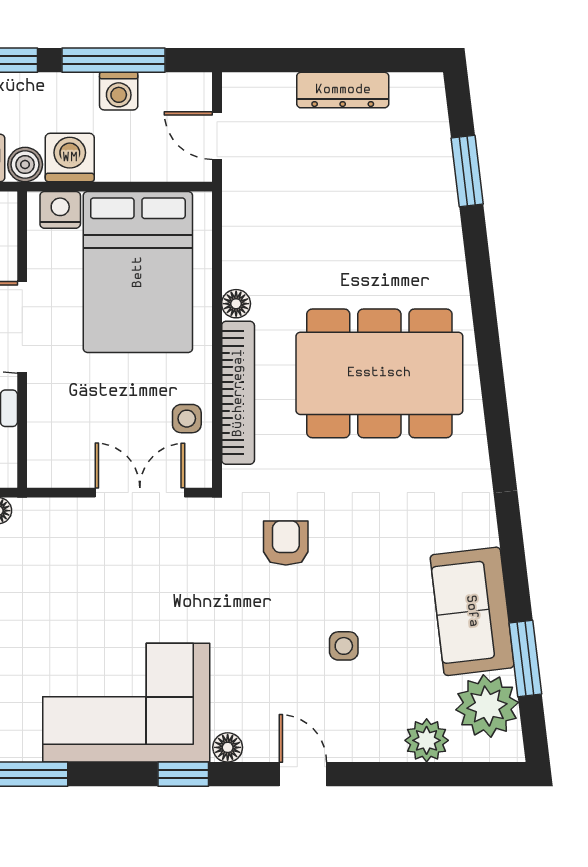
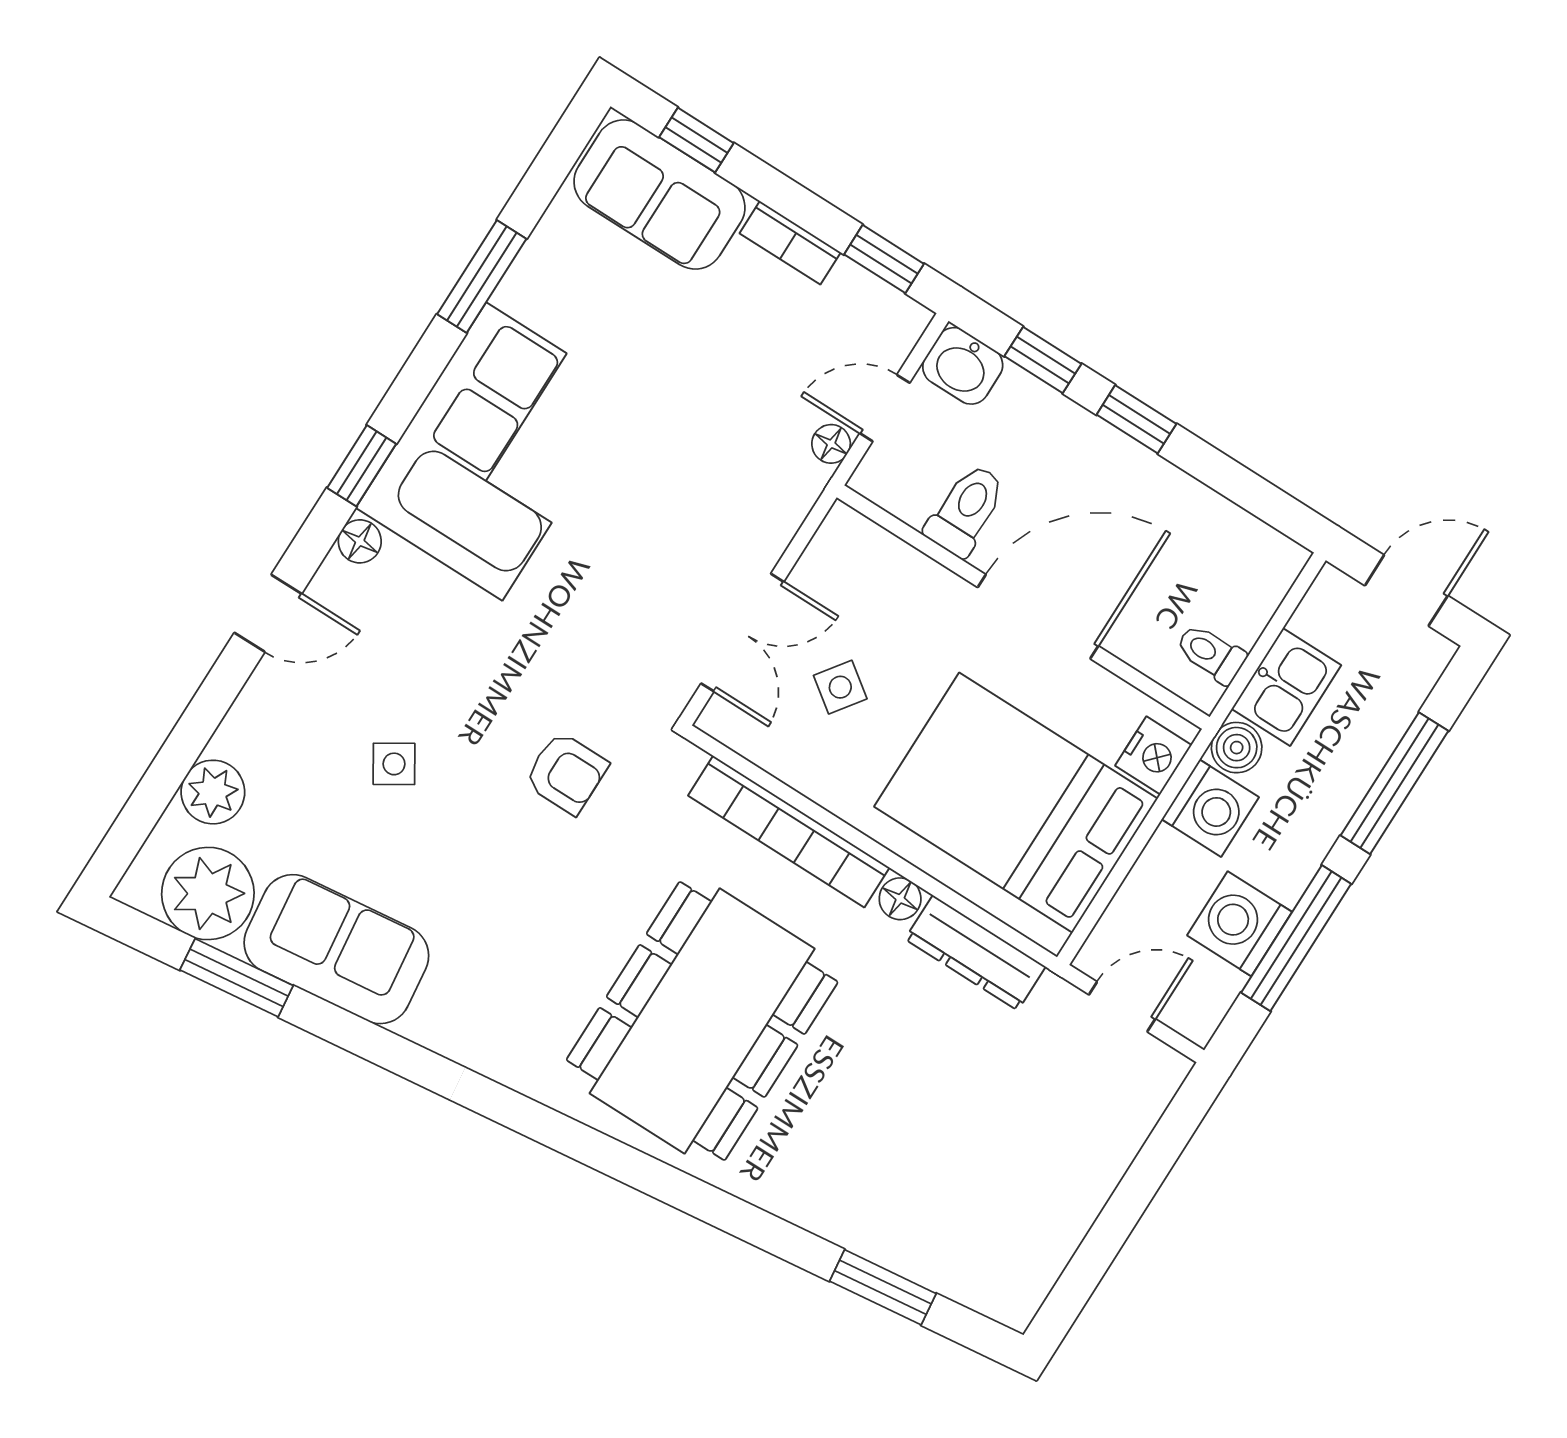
dresser: (343, 90) -> (975, 953), moved, turned -90
washing machine: (119, 91) -> (1239, 924), width x1.38, depth x1.38
side table: (187, 419) -> (840, 687), moved, turned 36
side table: (344, 646) -> (394, 764), turned -32

